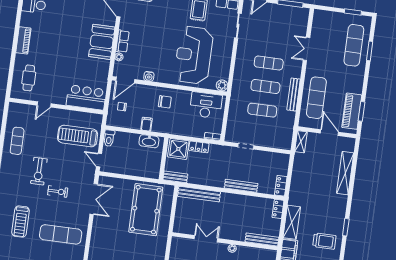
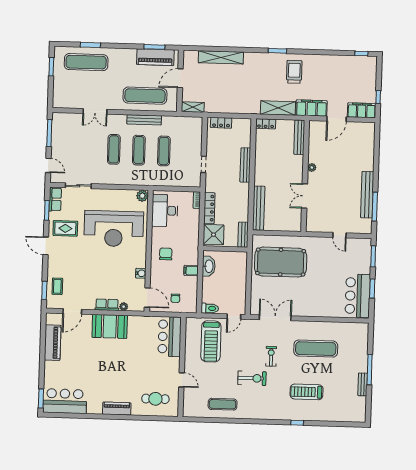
locker: (199, 147) -> (209, 208), width x1.53
locker: (281, 186) -> (221, 123), moved
treadmill: (21, 221) -> (307, 392), turned 180
exercise mat: (61, 234) -> (316, 349), turned 90

